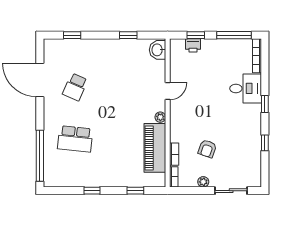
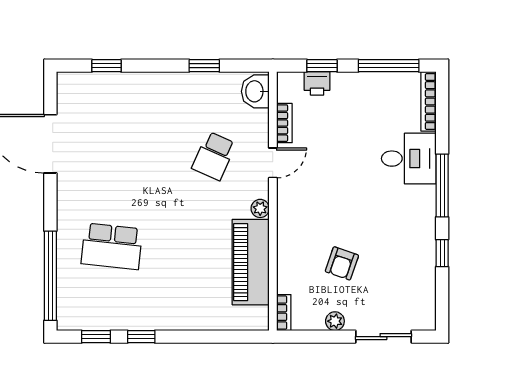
school desk: (75, 87) -> (214, 156), moved
window: (265, 104) -> (442, 185), width x2.17
bookcase: (174, 154) -> (284, 123), moved
window: (135, 191) -> (96, 337), moved

